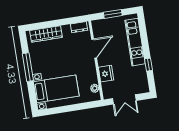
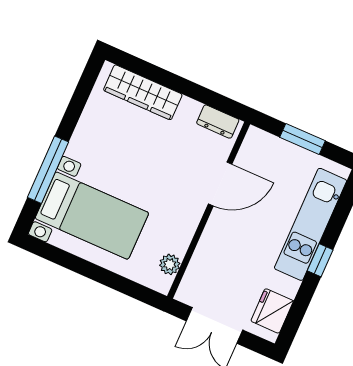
window: (148, 65) -> (320, 260), moved
window: (28, 67) -> (48, 170), moved
fridge: (106, 74) -> (272, 311), moved, turned 180

